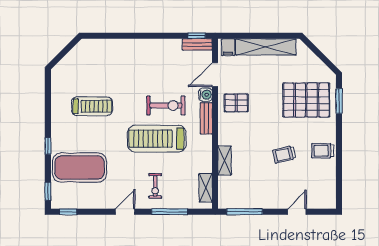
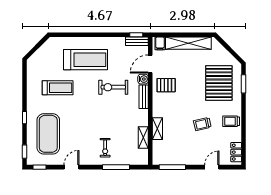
pallet: (306, 100) -> (219, 83), turned 90
exercise bike: (166, 106) -> (113, 87), turned 180
treadmill: (157, 139) -> (85, 60), moved, turned 180
exercise mat: (80, 168) -> (48, 134), turned 90
shelving: (206, 188) -> (143, 137), moved
locker: (329, 192) -> (236, 152), added
door: (125, 212) -> (71, 167), moved

